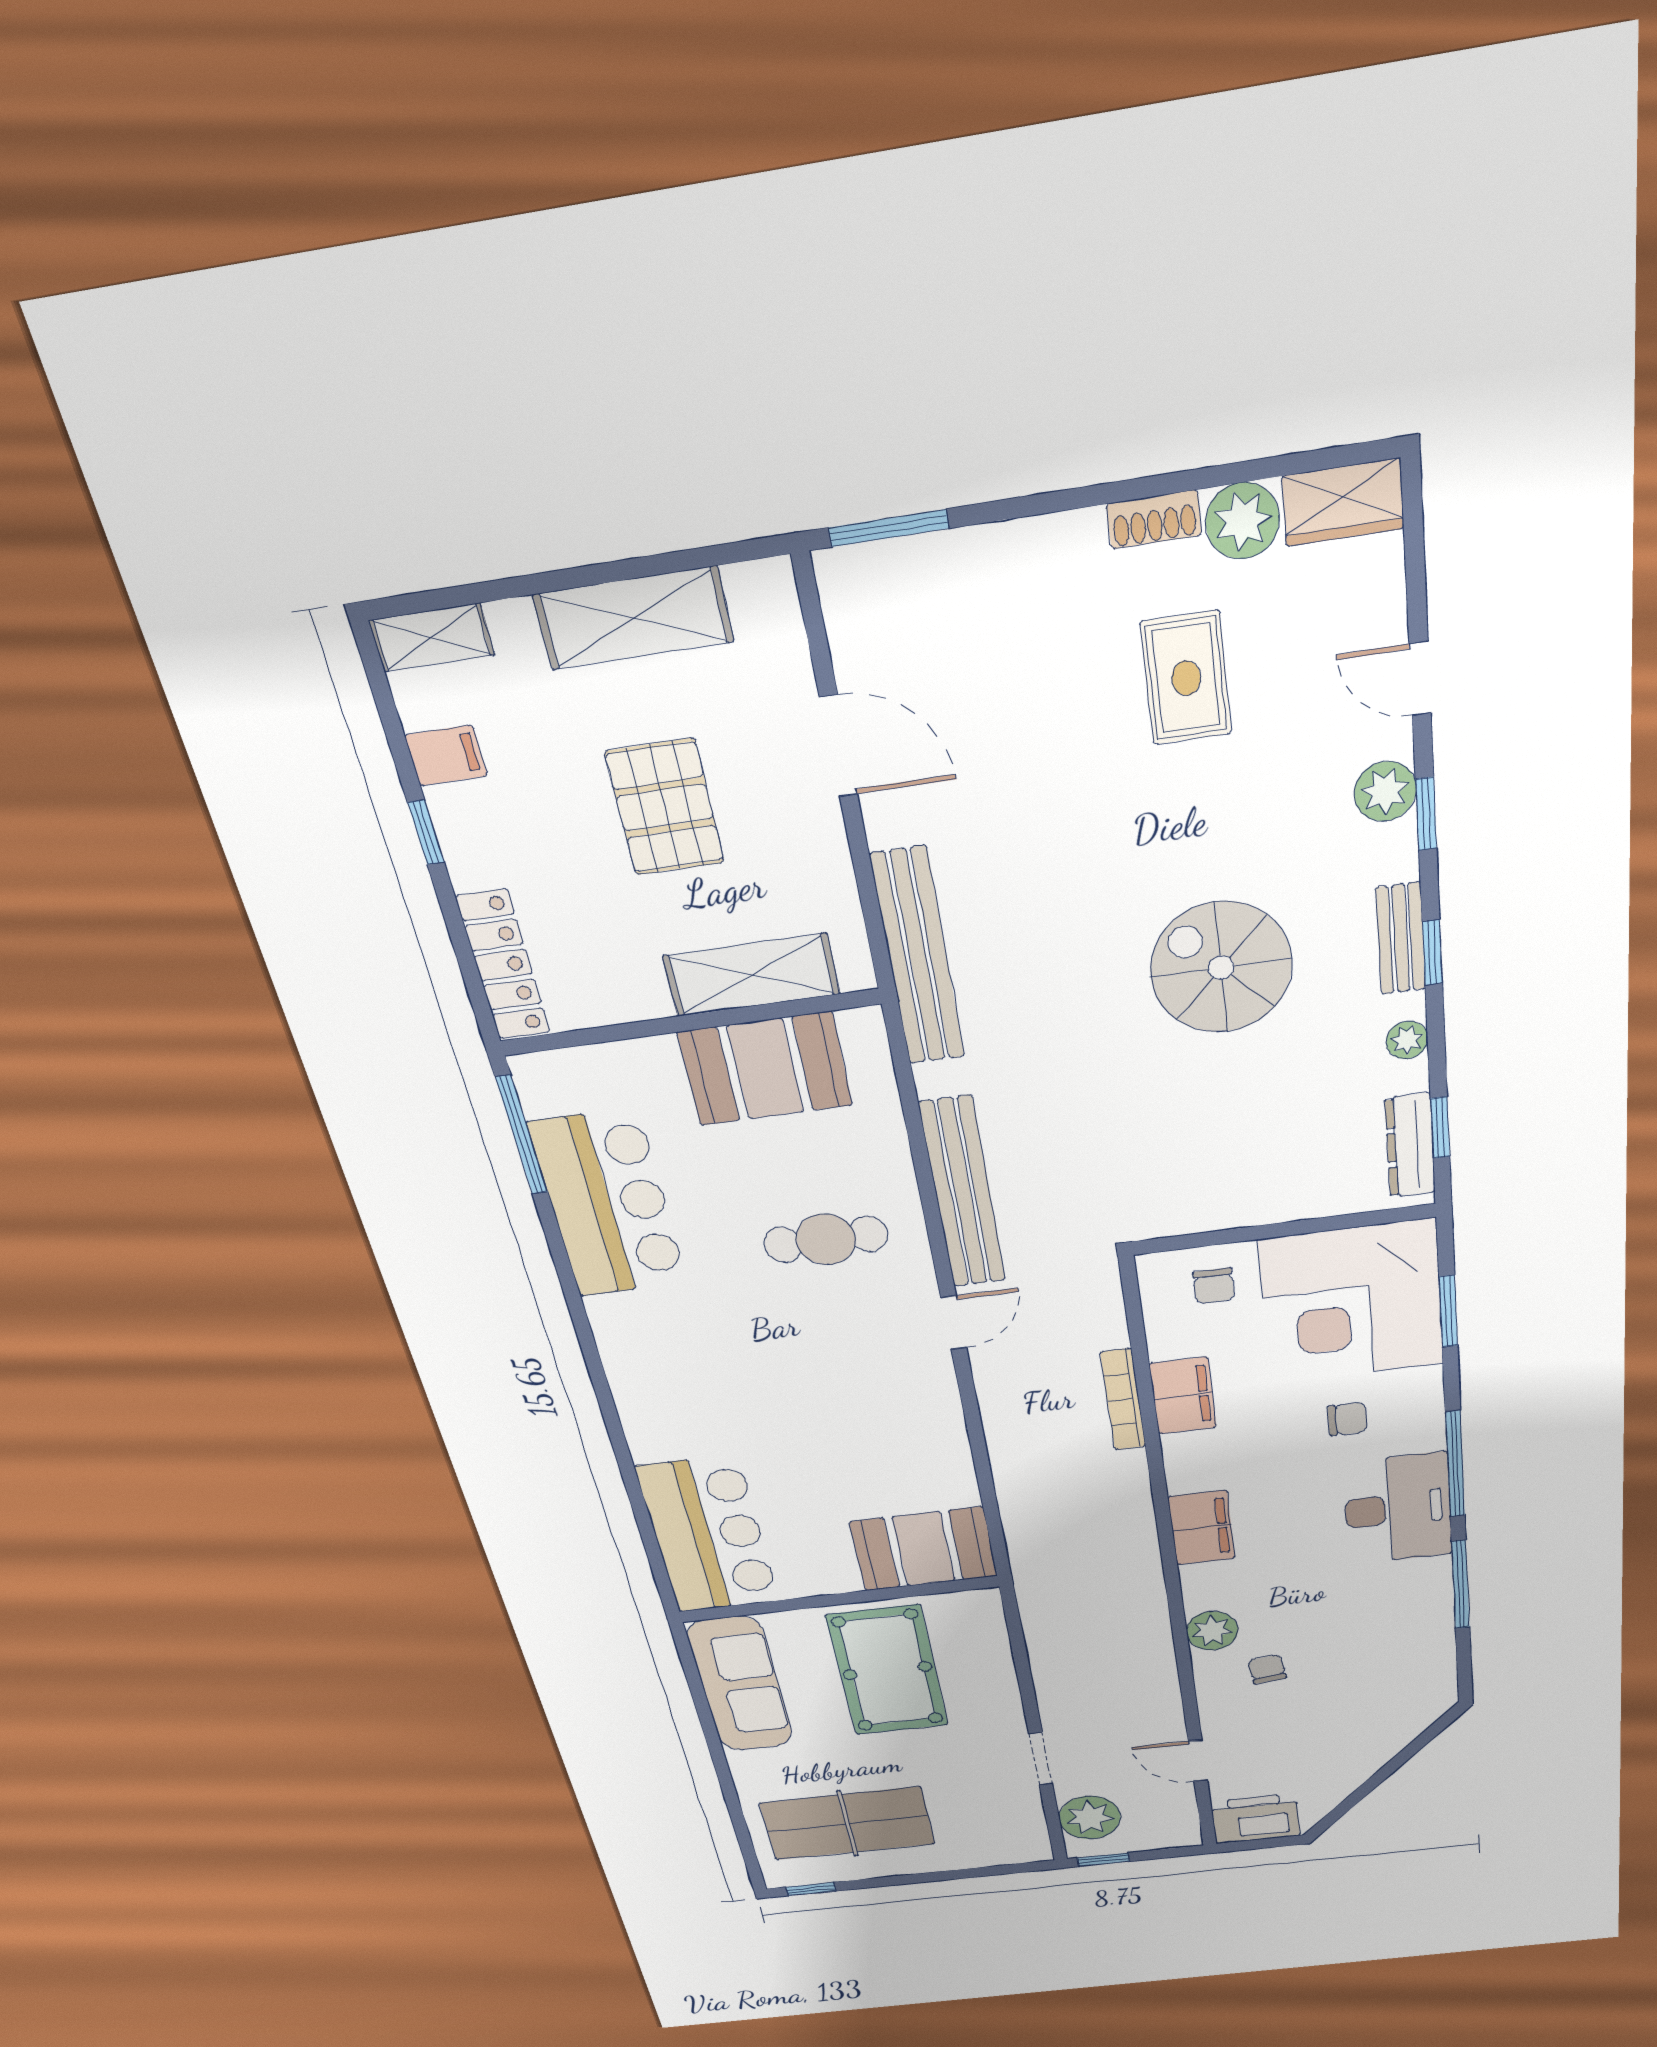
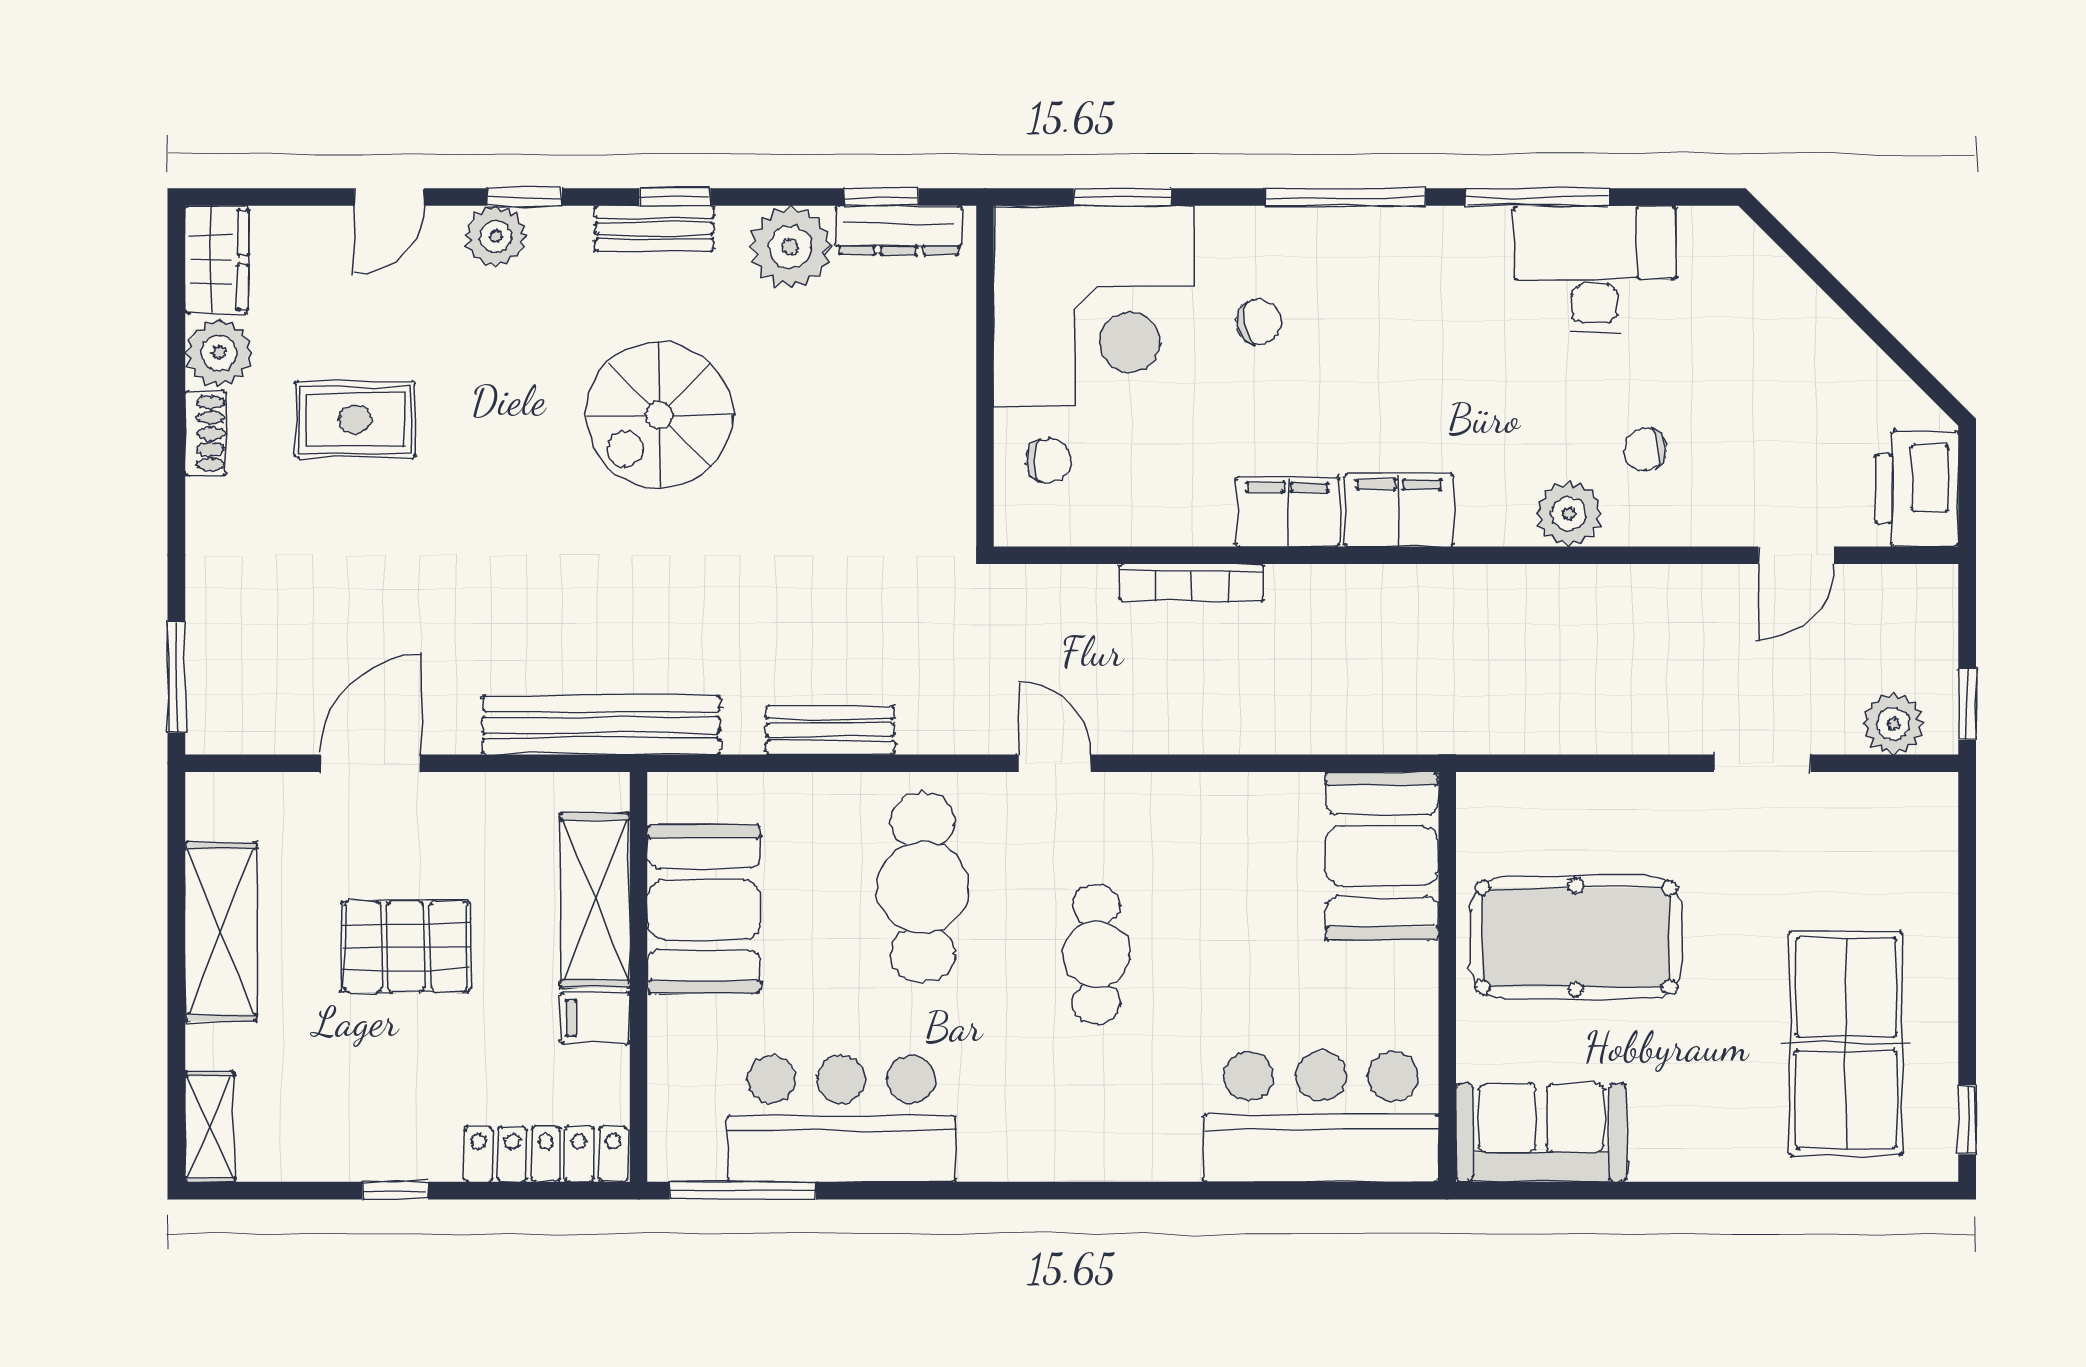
filing cabinet: (446, 756) -> (595, 1018), moved, turned -90
plant: (1407, 1040) -> (790, 247), width x1.87, depth x1.87
bench: (963, 1193) -> (830, 730), width x0.54, depth x0.82
cafe table: (826, 1239) -> (923, 888), width x1.37, depth x1.35
cafe table: (799, 1372) -> (1096, 954), added
filing cabinet: (1183, 1396) -> (1287, 512), moved
chair: (1347, 1419) -> (1259, 322), turned 77
desk: (1398, 1509) -> (1595, 269), moved
sofa: (740, 1684) -> (1541, 1133), width x0.73
plant: (1090, 1818) -> (1893, 724), width x0.73, depth x0.73

